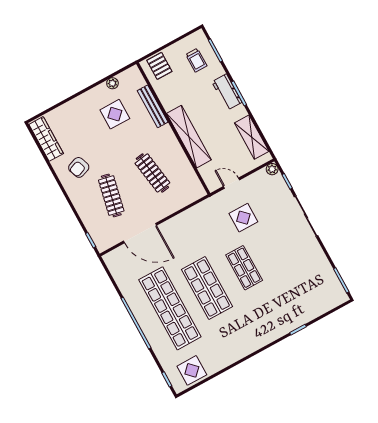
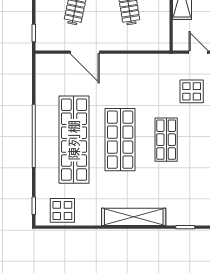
door: (140, 233) -> (85, 52), width x0.73
shelving: (252, 344) -> (134, 217), added

